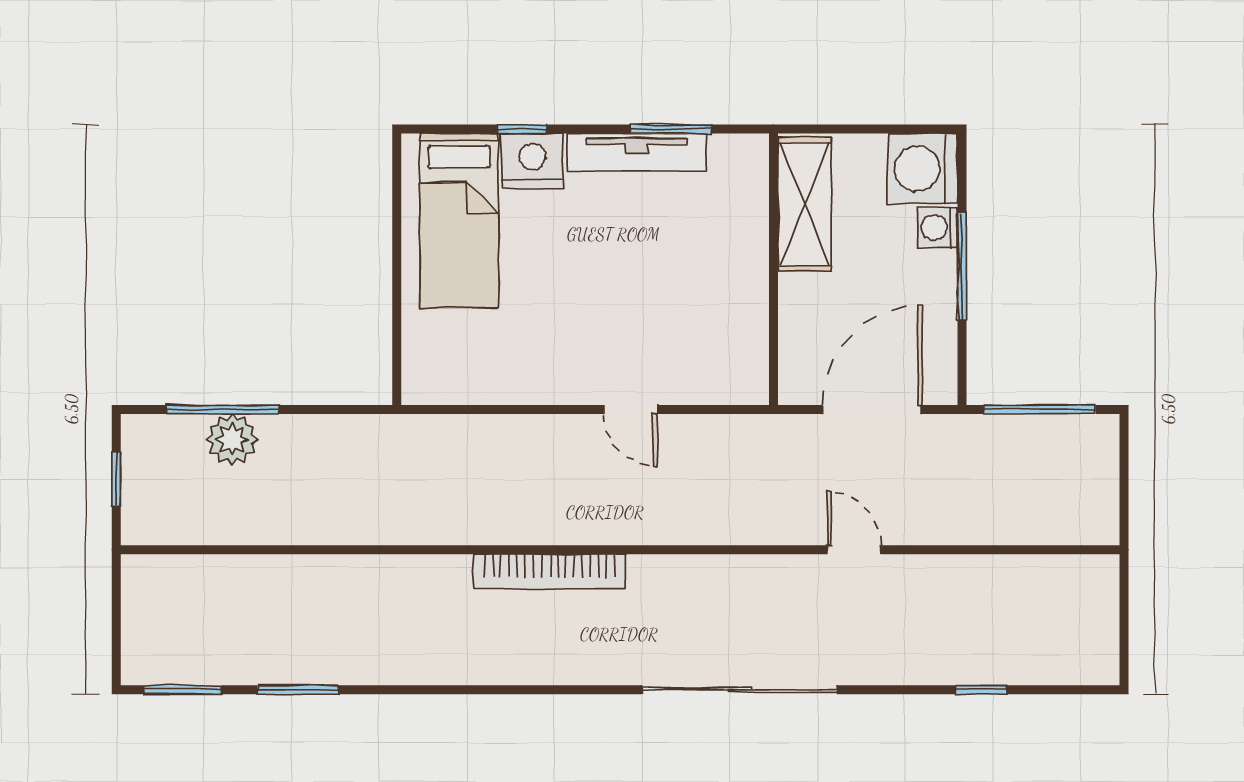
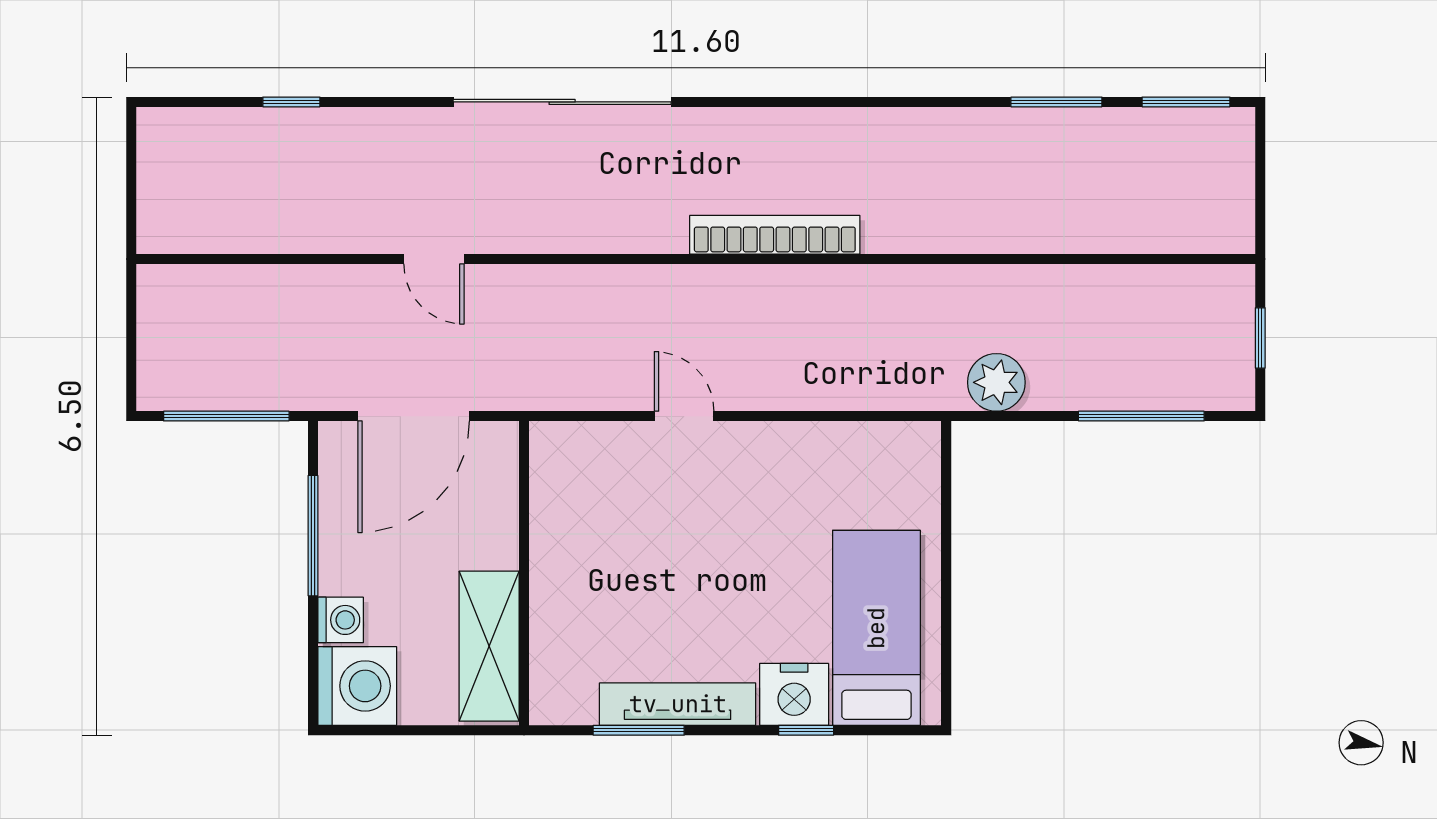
window: (962, 267) -> (313, 536), moved
plant: (232, 440) -> (996, 382), moved

